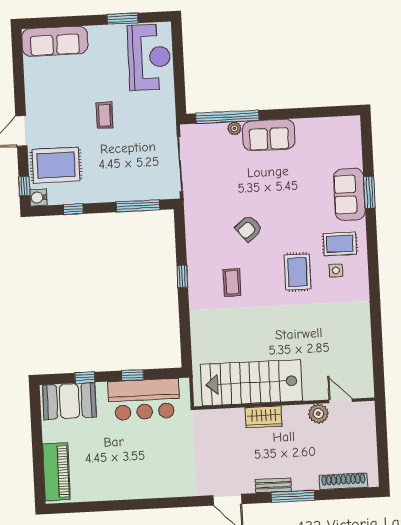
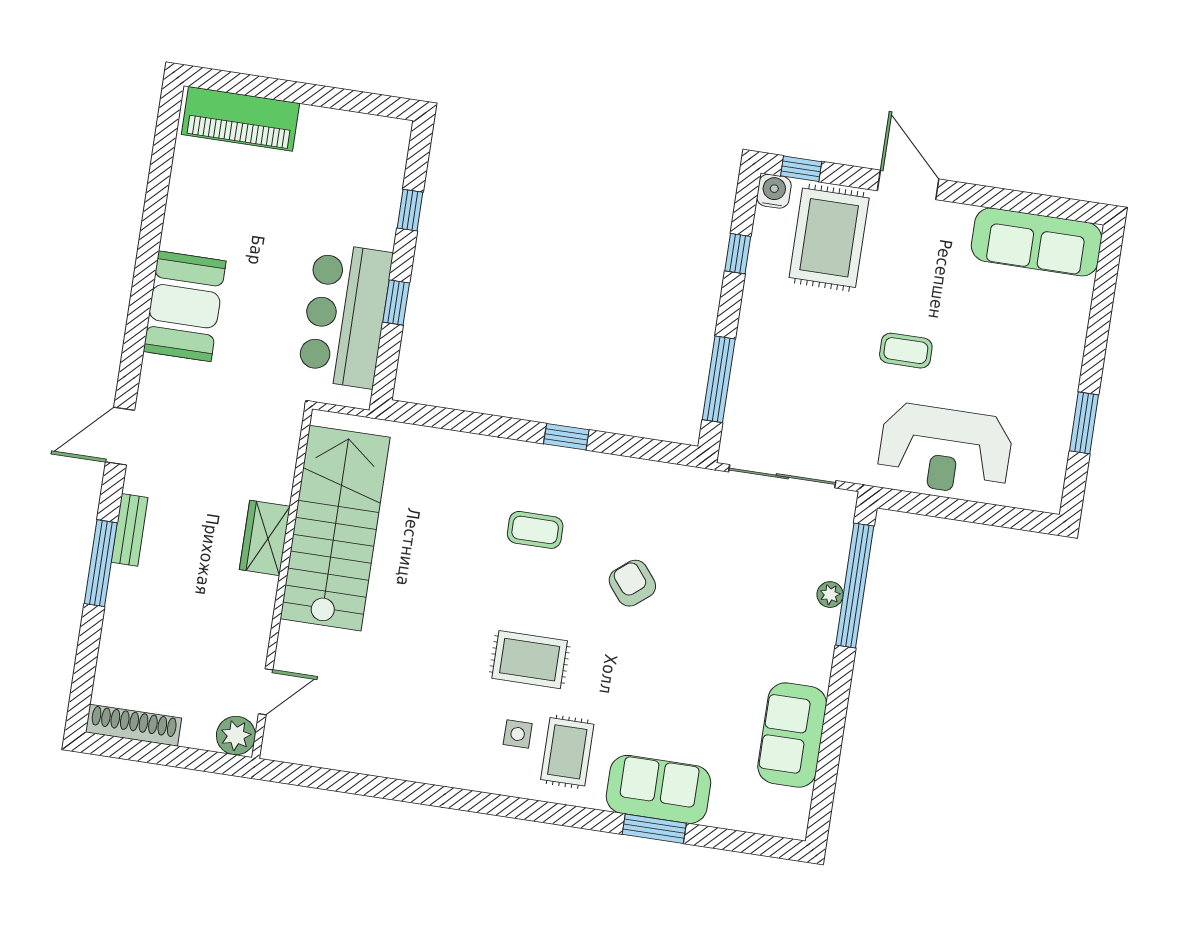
sofa: (55, 41) -> (1036, 242), moved, turned -90
reception desk: (149, 57) -> (945, 450), moved
sofa: (269, 135) -> (792, 735), moved
booth: (69, 401) -> (185, 306), moved
plant: (318, 414) -> (236, 736), moved
shoe rack: (343, 481) -> (134, 725), moved, turned -90

